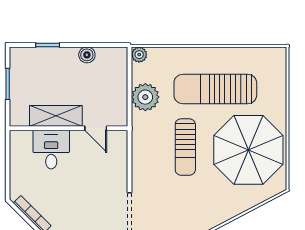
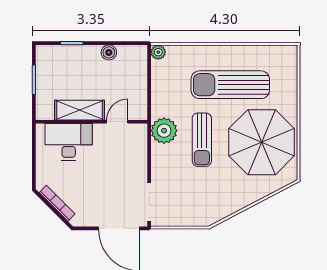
plant: (145, 97) -> (164, 131), moved
door: (96, 128) -> (117, 122), swing flipped
desk: (51, 150) -> (69, 142), width x1.37

